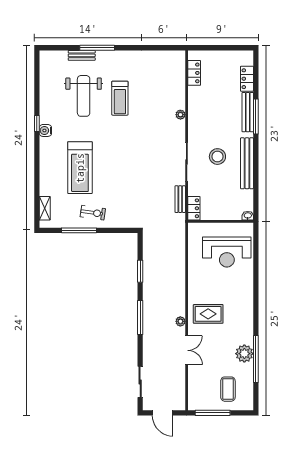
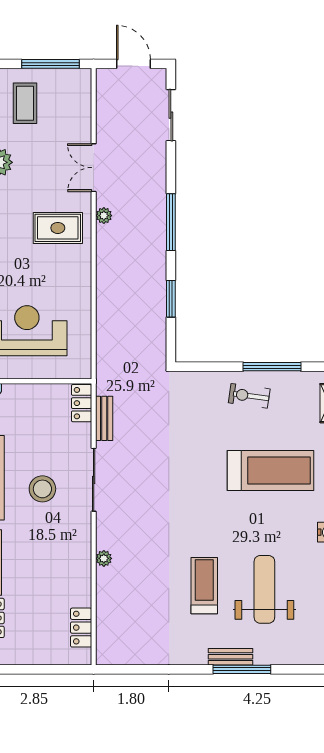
bench: (82, 55) -> (231, 657), moved
treadmill: (80, 168) -> (270, 471), turned 90

